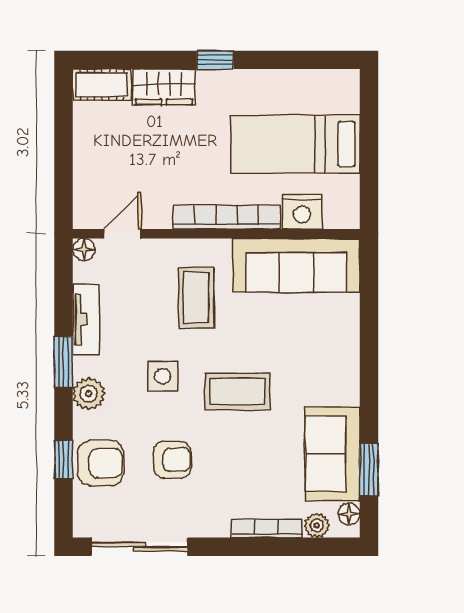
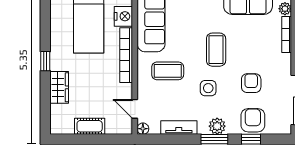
cot: (102, 85) -> (90, 126), moved, turned 90
window: (64, 362) -> (214, 139), moved

